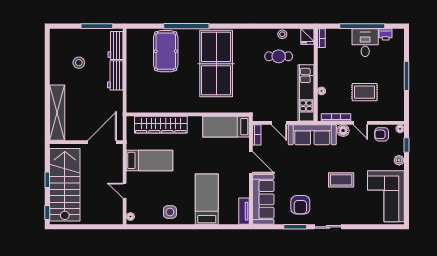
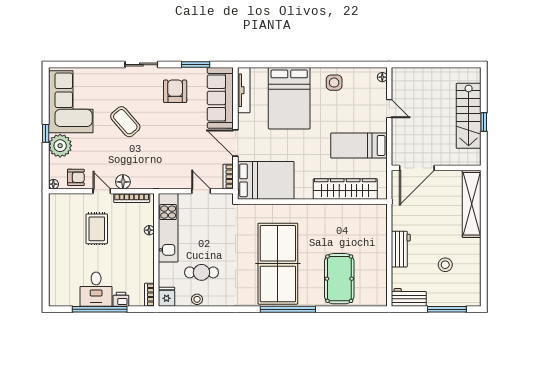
window: (97, 26) -> (447, 309), moved
window: (186, 26) -> (288, 309), moved
printer: (386, 34) -> (121, 299), moved
workbench: (116, 45) -> (409, 297), moved, turned -90
window: (407, 76) -> (46, 249), removed
rug: (365, 92) -> (97, 229), turned 90
bed: (226, 127) -> (266, 180), width x1.50
sofa: (312, 135) -> (161, 177), removed
window: (407, 145) -> (46, 133), moved
plant: (399, 160) -> (60, 146), width x1.87, depth x1.87
coffee table: (341, 180) -> (125, 122), turned 49
stairs: (65, 185) -> (469, 116), width x0.73, depth x0.66
bed: (207, 199) -> (289, 98), width x1.50
tv unit: (244, 211) -> (244, 90), width x1.41
window: (47, 213) -> (484, 82), removed
window: (295, 227) -> (196, 65), moved

